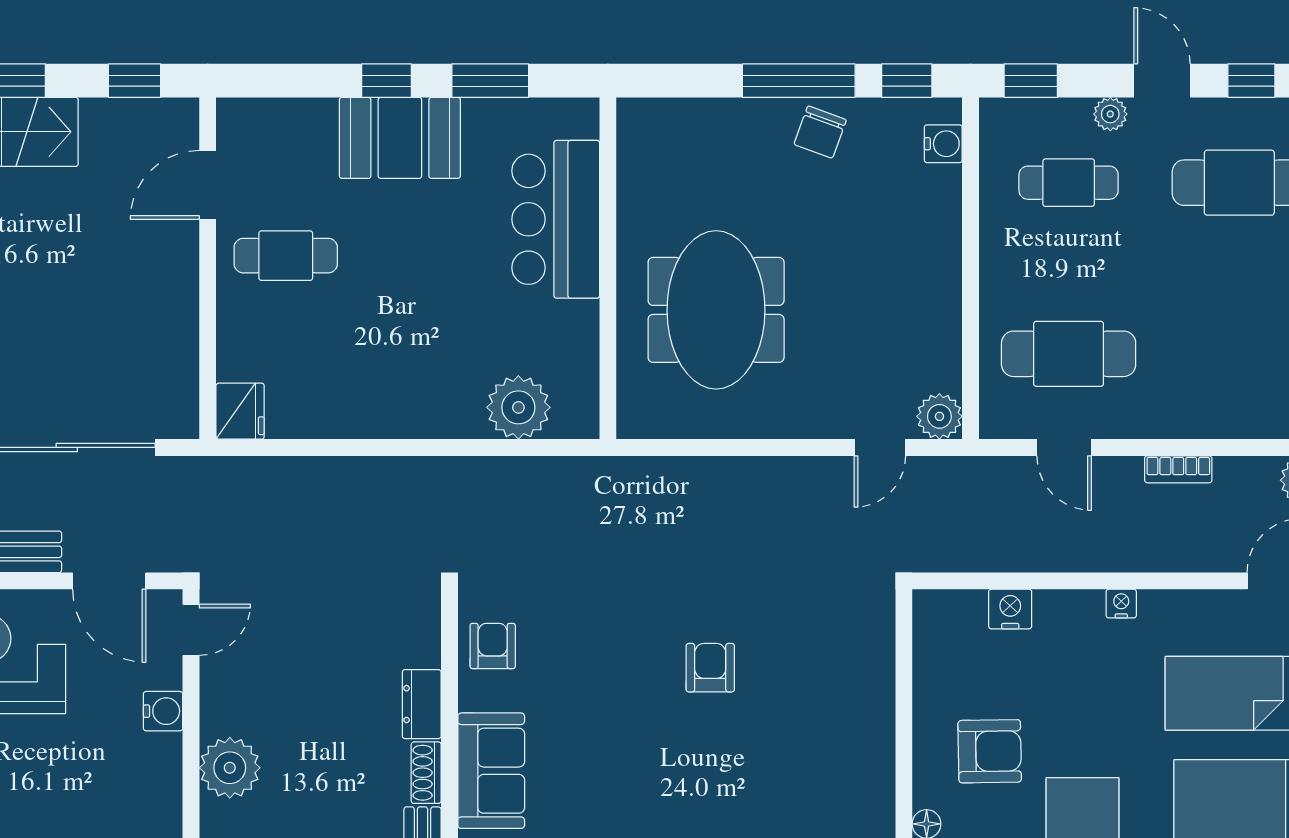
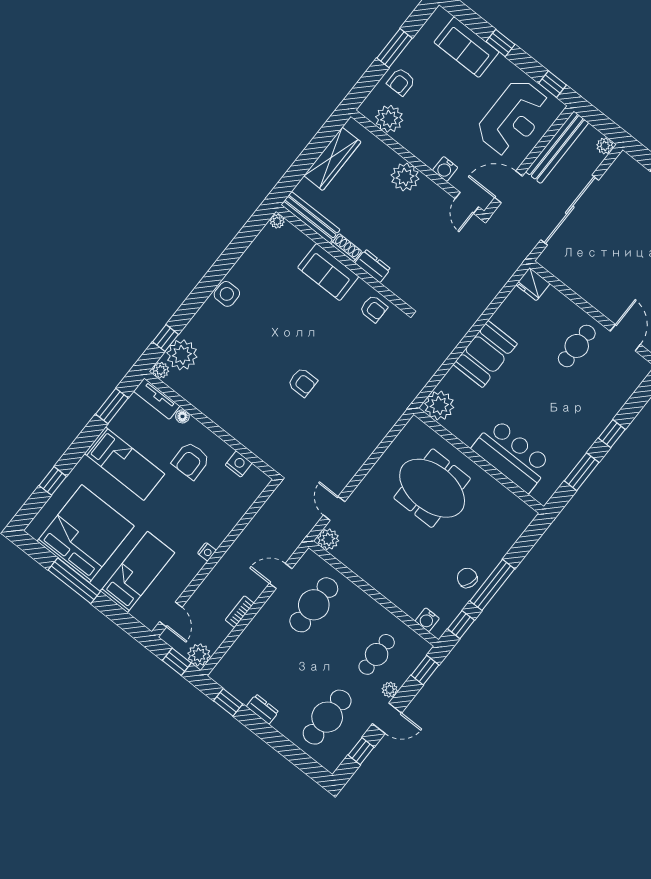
booth: (400, 138) -> (485, 354), moved
plant: (518, 407) -> (439, 405), moved
nightstand: (1010, 609) -> (239, 464), moved, turned -90

